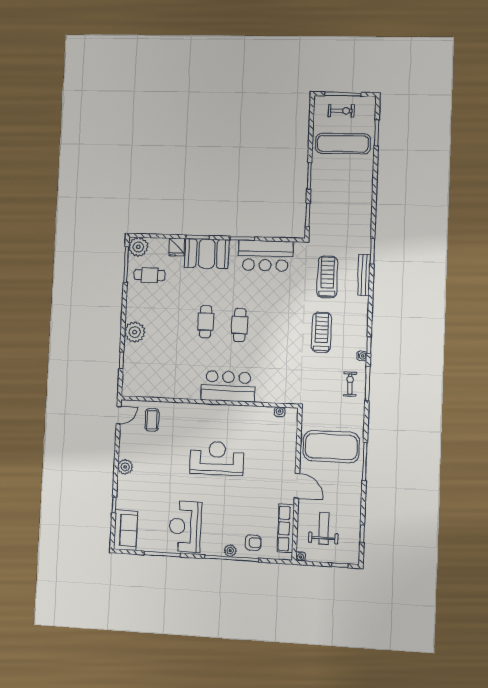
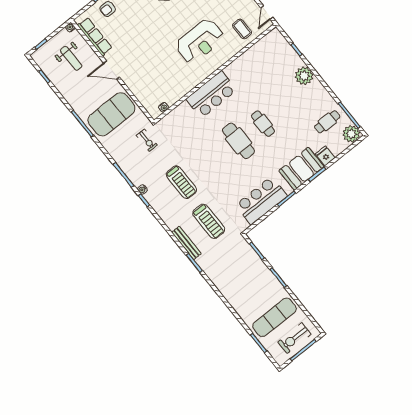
exercise bike: (341, 111) -> (294, 338), width x1.38, depth x1.39
cafe table: (240, 325) -> (239, 141), width x1.37, depth x1.35
exercise bike: (350, 384) -> (147, 140), moved
reception desk: (217, 458) -> (200, 41), moved

